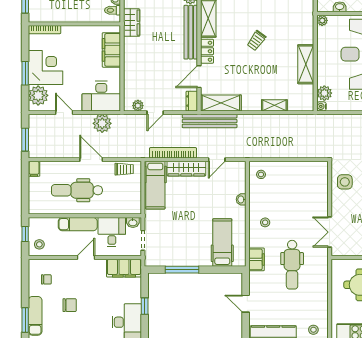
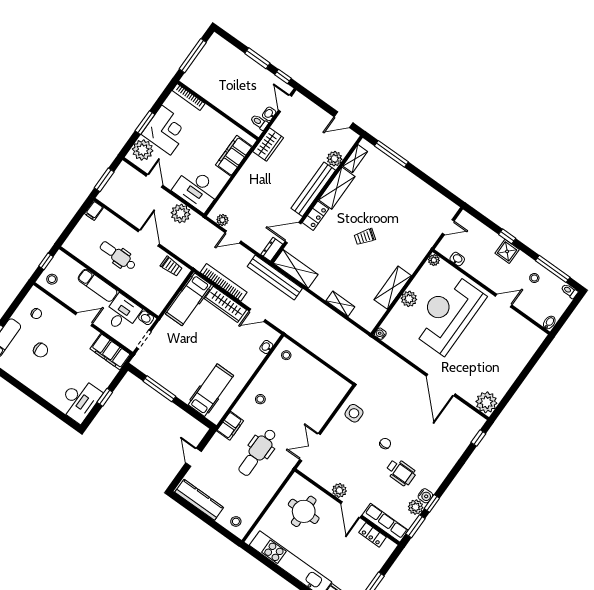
plant: (324, 93) -> (409, 299), moved
dental chair: (77, 190) -> (118, 256), width x0.73, depth x0.72
washbasin: (241, 199) -> (266, 347), moved

